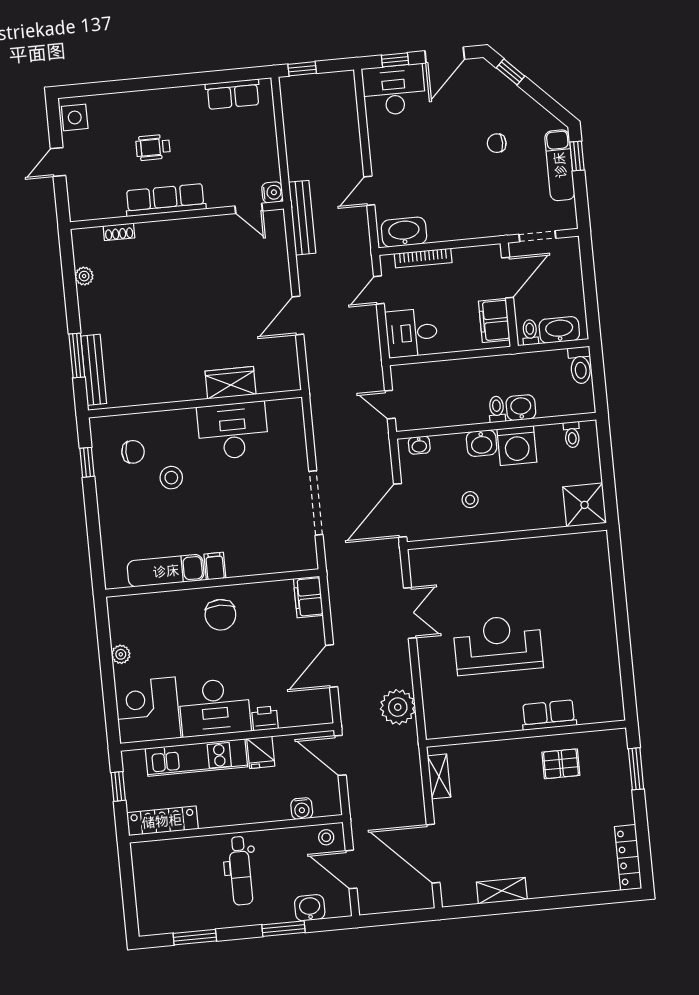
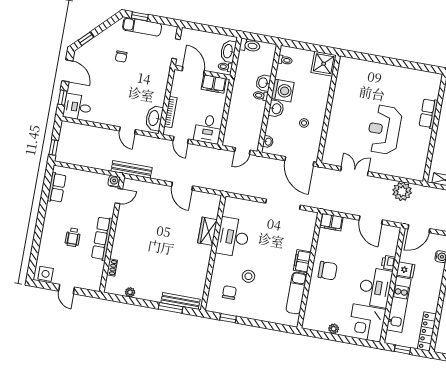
desk: (394, 90) -> (77, 107), width x0.73
filing cabinet: (215, 566) -> (302, 261), width x2.00

